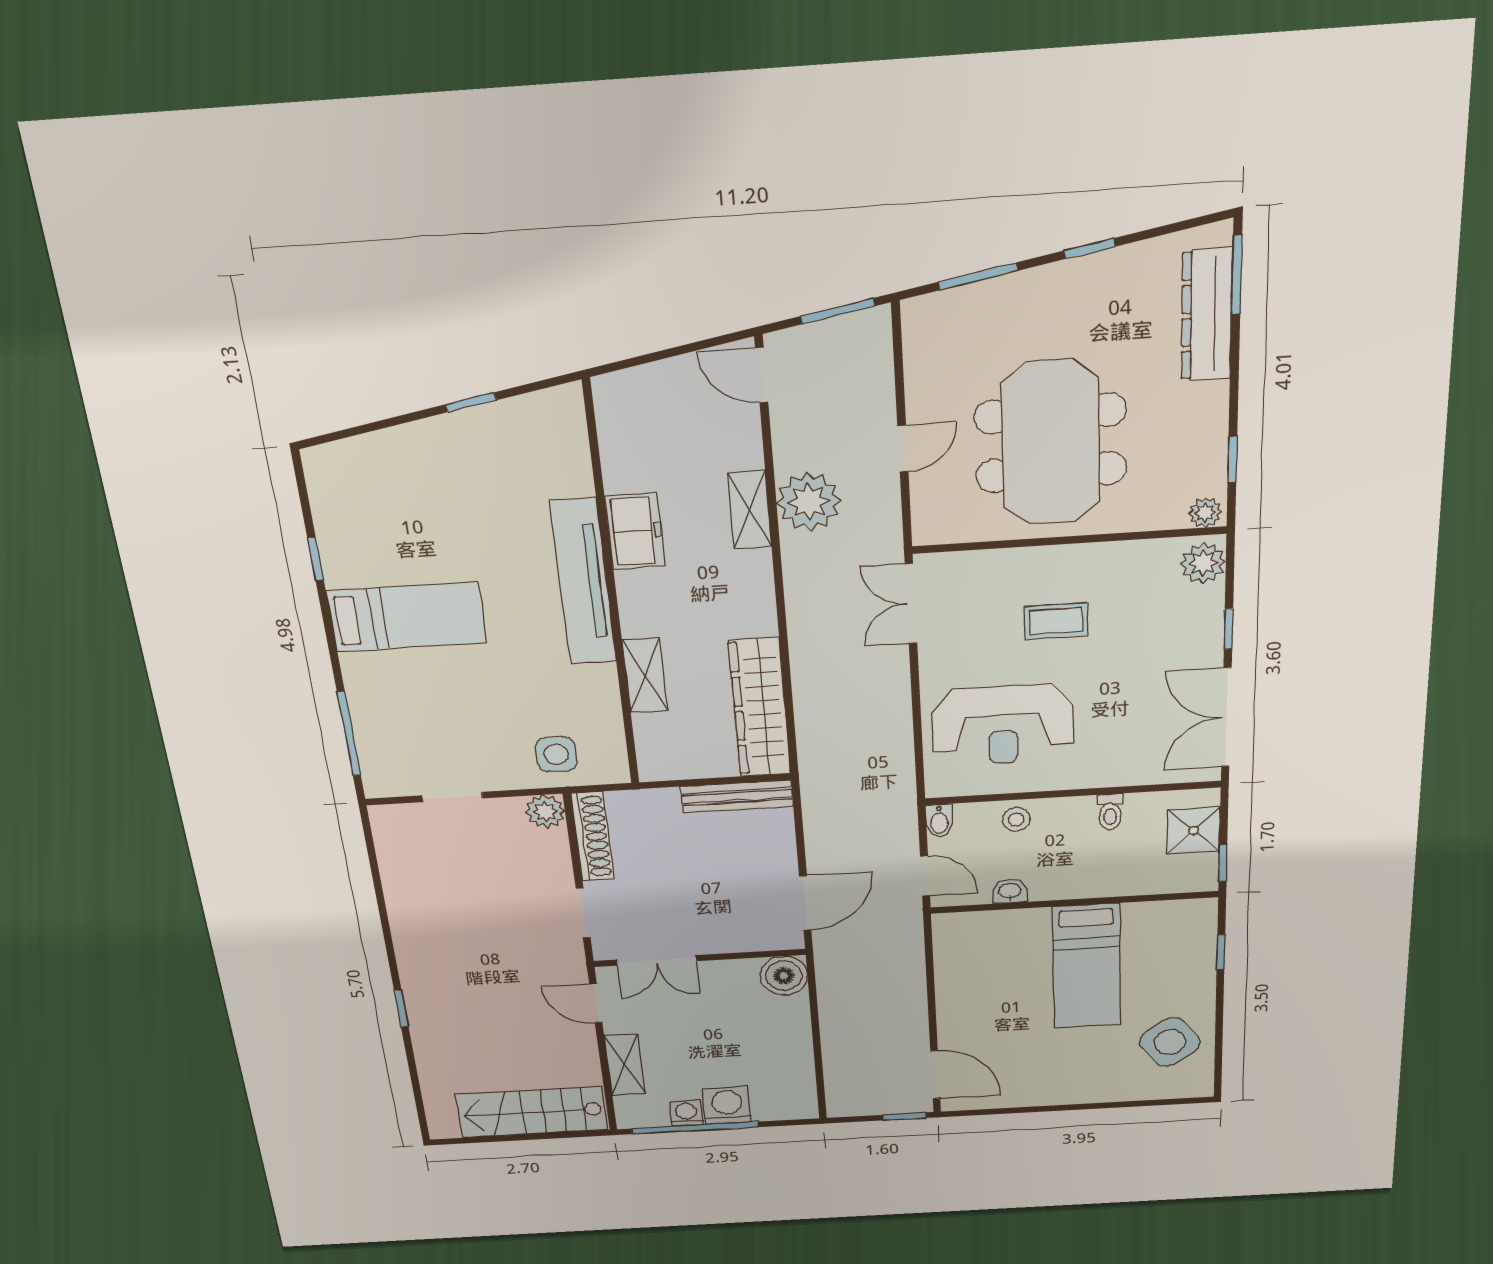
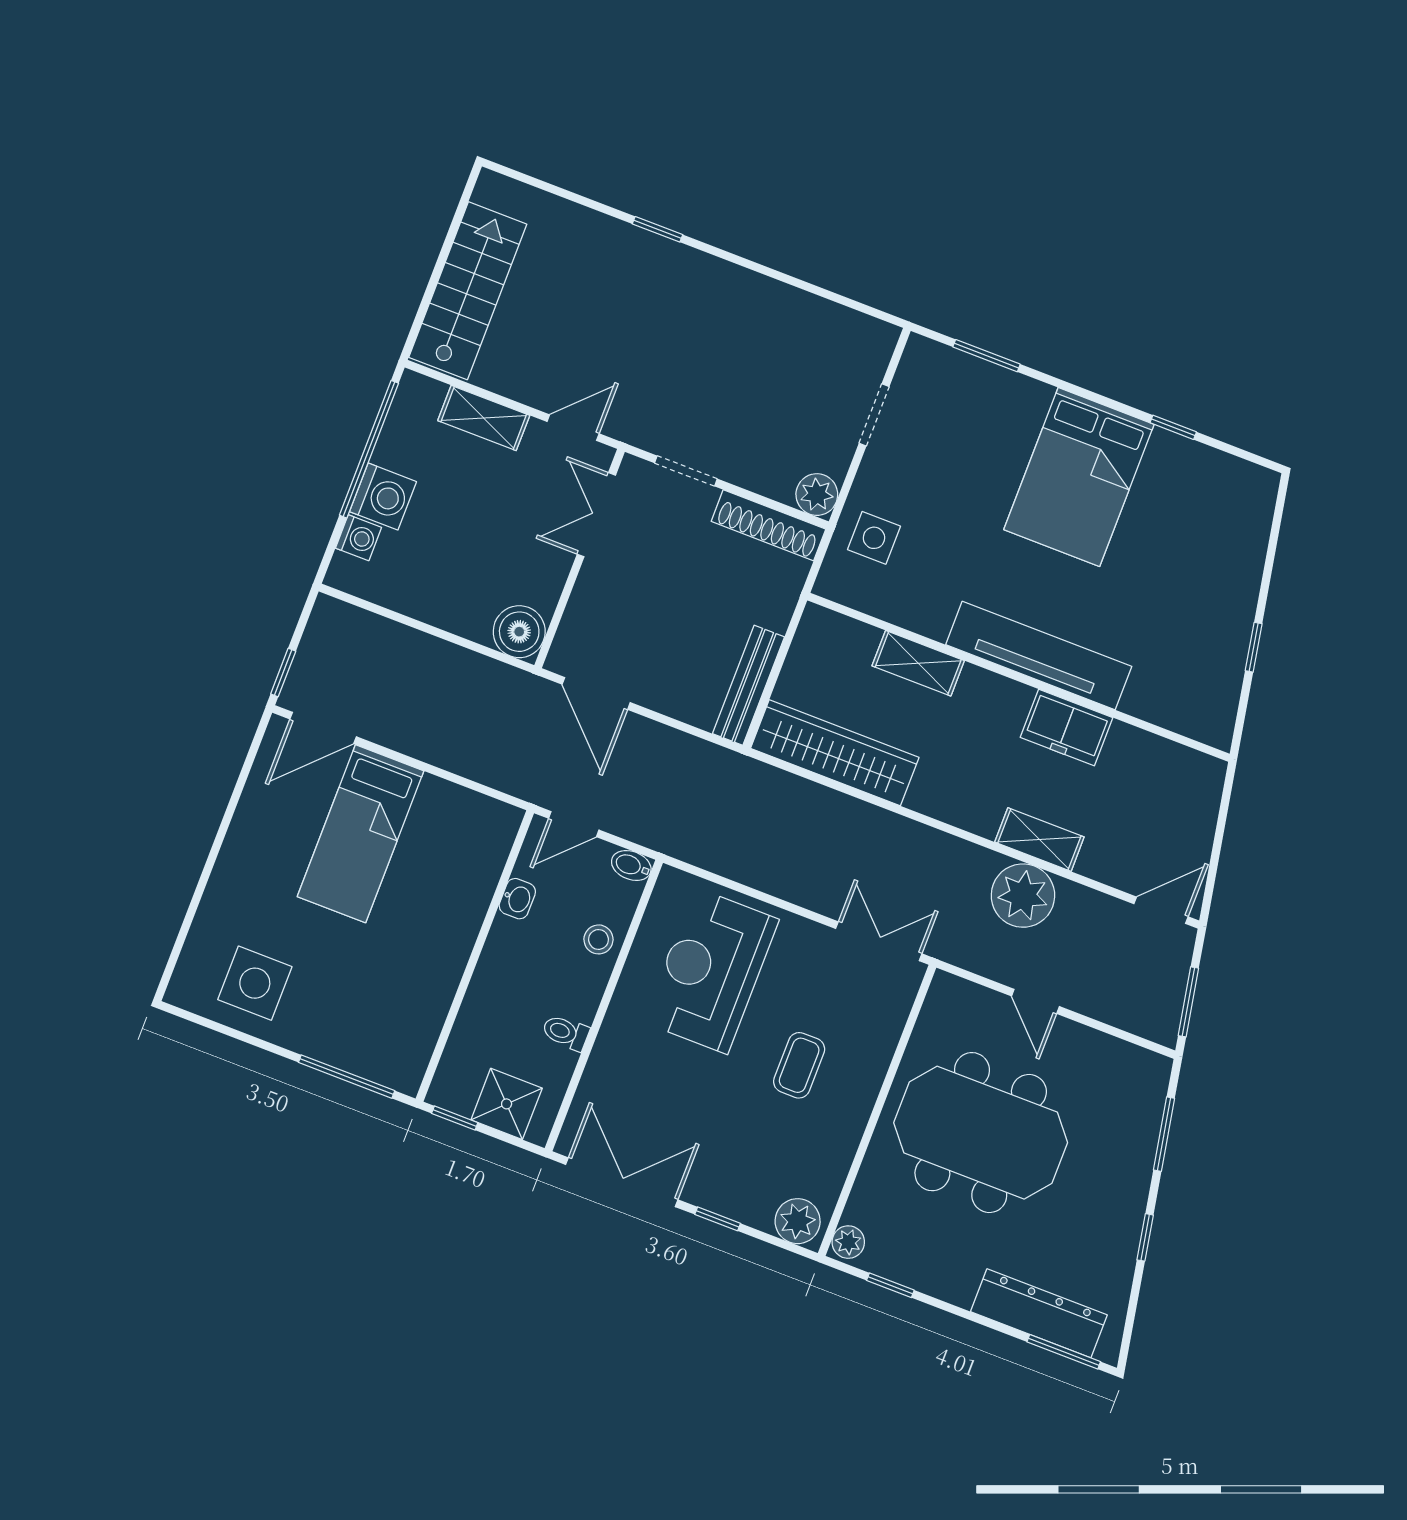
bed: (407, 617) -> (1079, 477), width x1.50
window: (349, 734) -> (986, 356), width x0.69
window: (1221, 952) -> (347, 1077), width x2.17
bed: (1087, 966) -> (361, 834), moved, turned -90
side table: (1170, 1042) -> (255, 983), turned 36
washing machine: (686, 1113) -> (359, 538), moved

